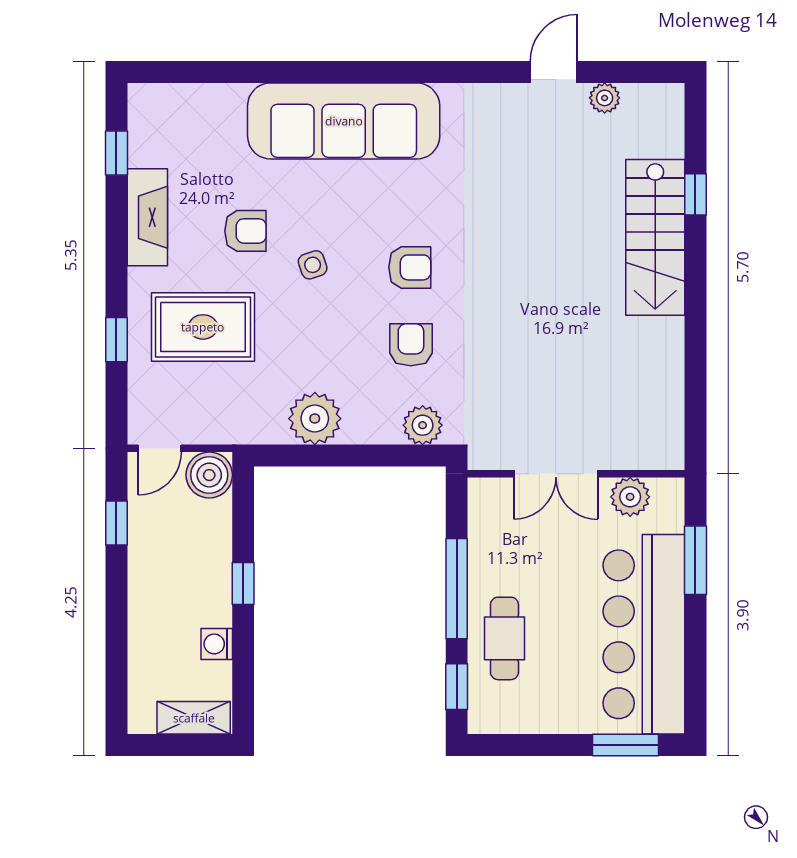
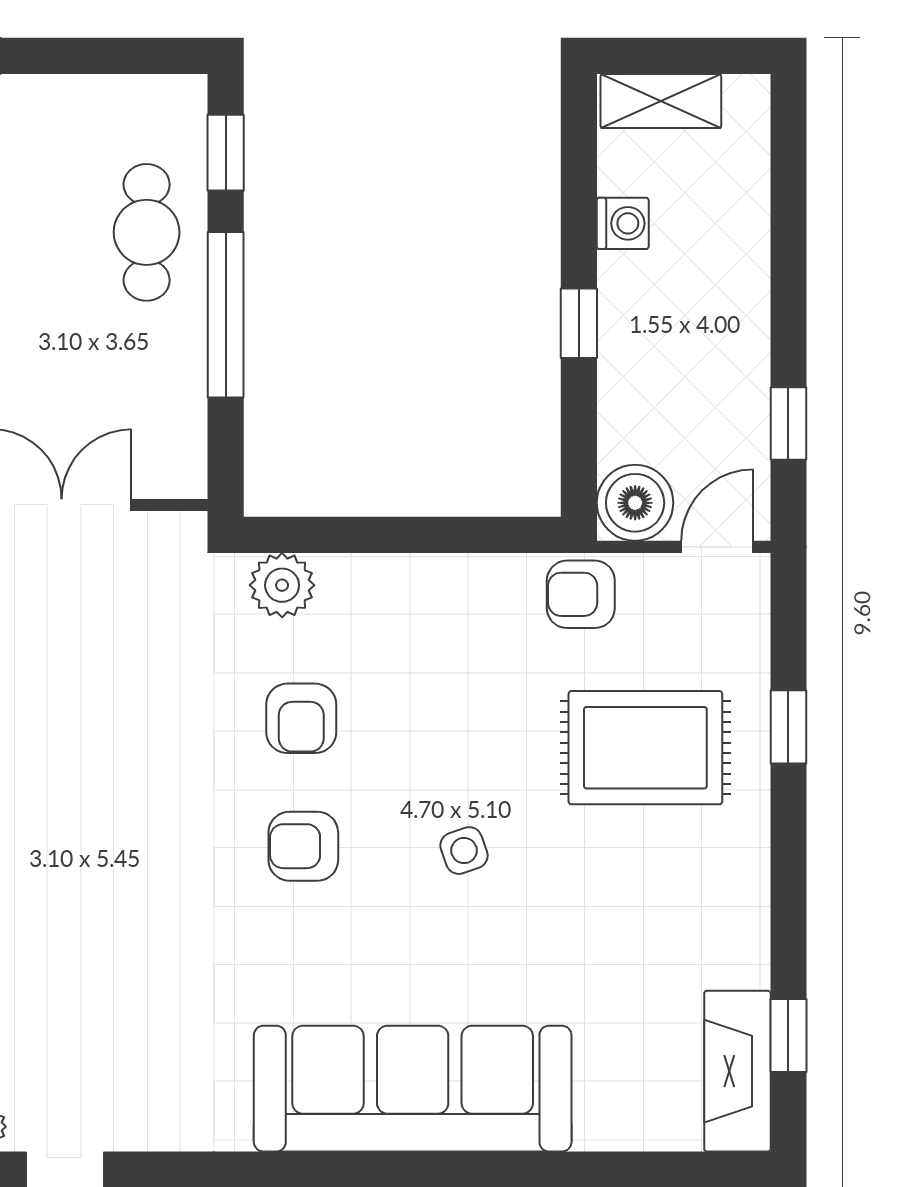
fireplace: (147, 217) -> (737, 1071), moved
armchair: (245, 231) -> (581, 594), moved
plant: (315, 419) -> (460, 596), removed

